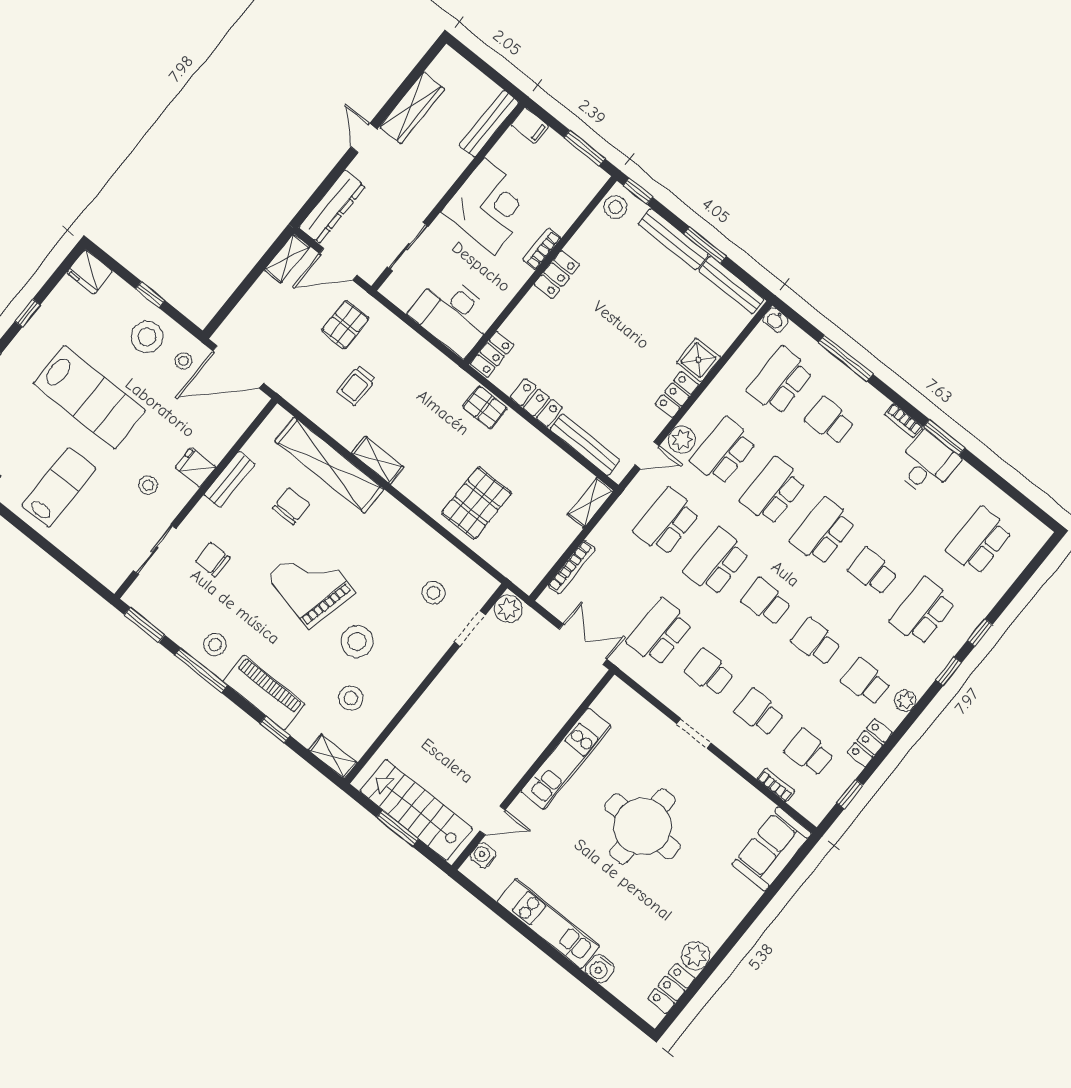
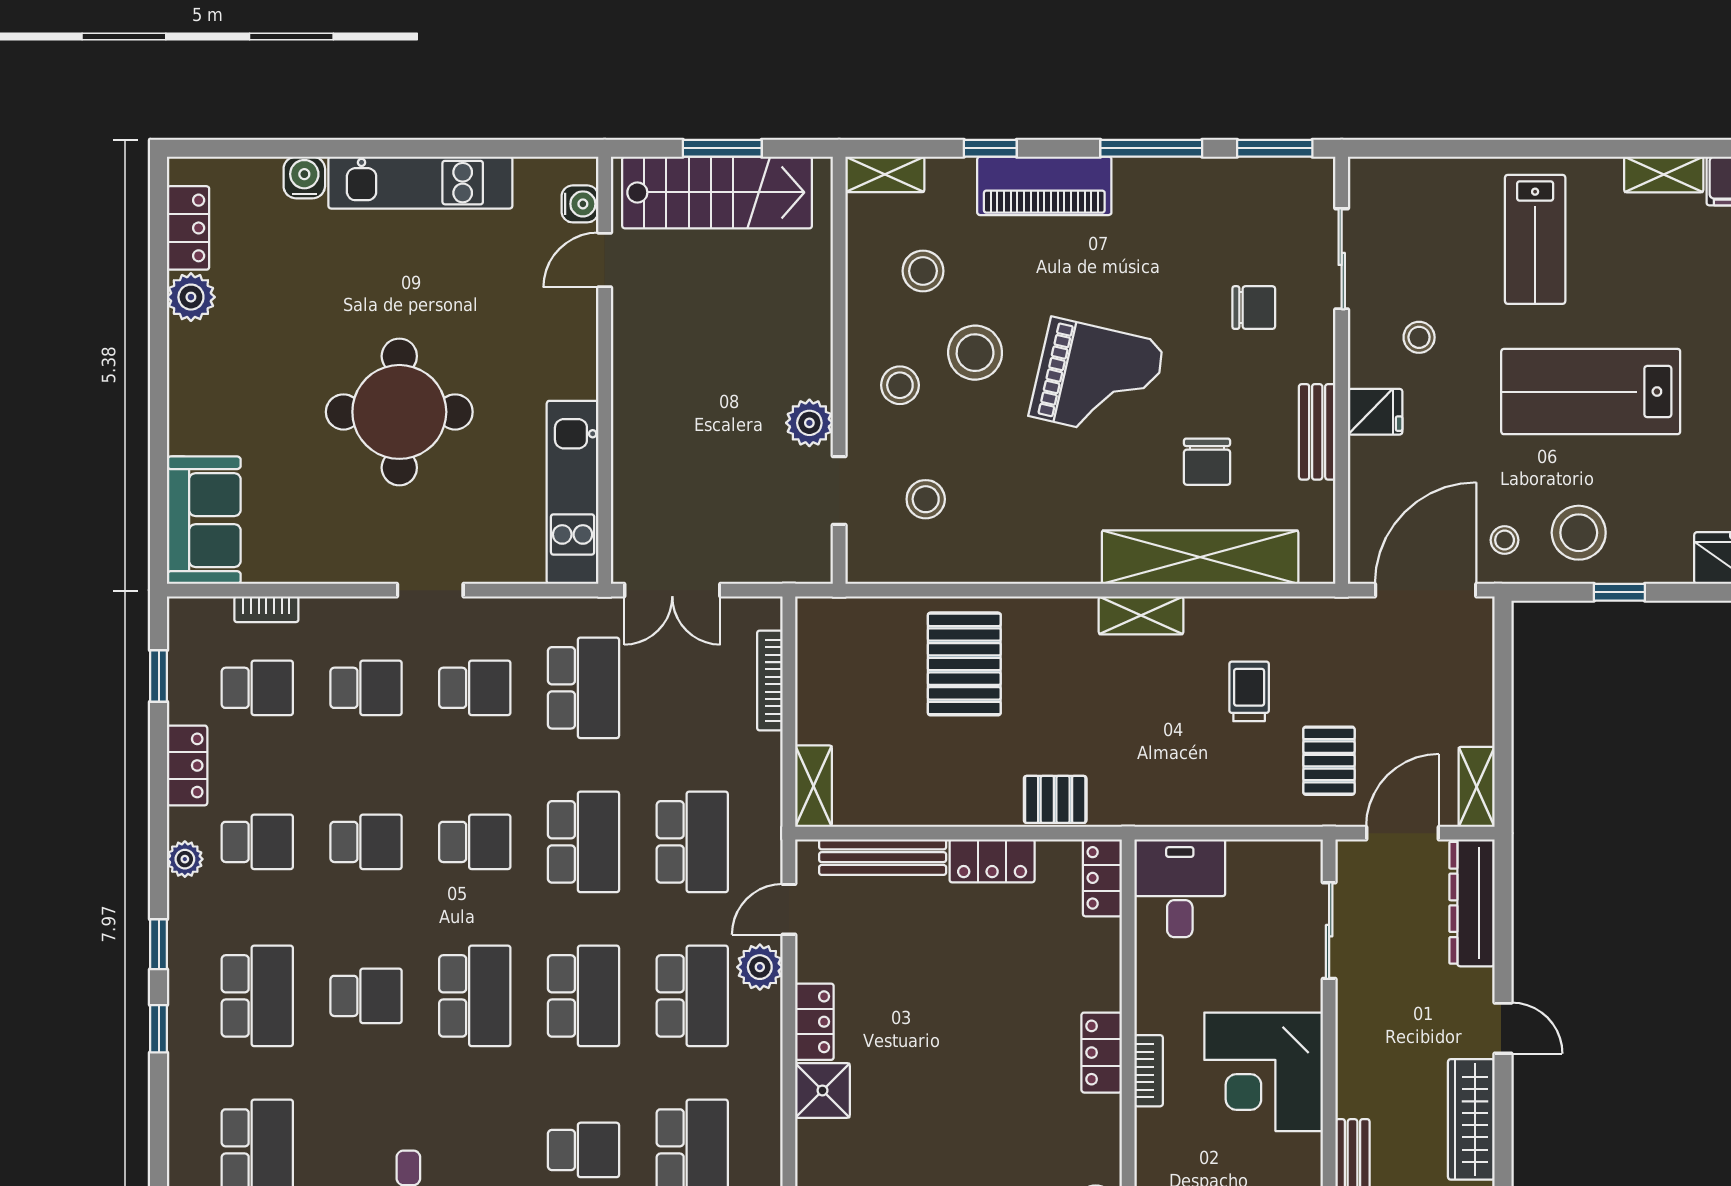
desk: (453, 315) -> (1180, 888), width x0.73
plant: (508, 609) -> (809, 423), moved
stool: (215, 645) -> (900, 385), moved
kitchen unit: (566, 759) -> (573, 492), moved

